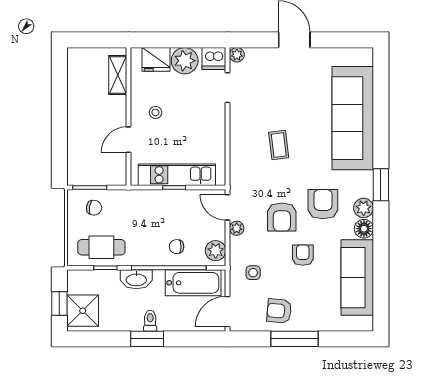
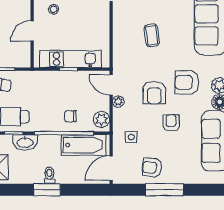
armchair: (323, 204) -> (187, 82), turned -90
washbasin: (136, 279) -> (25, 142), moved

